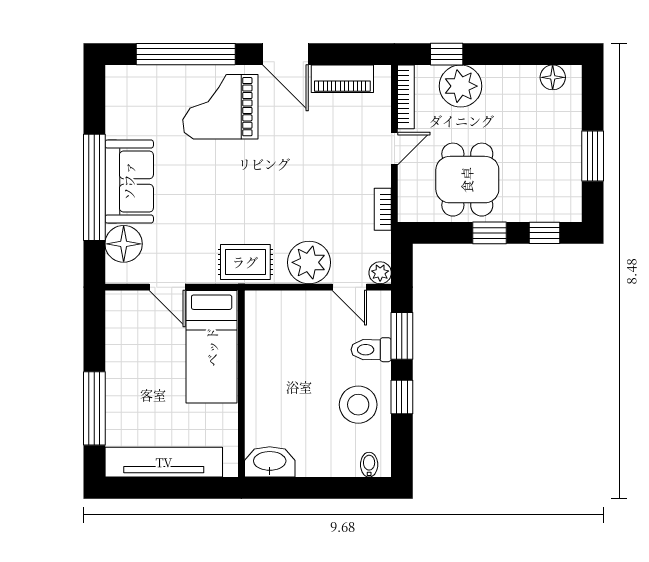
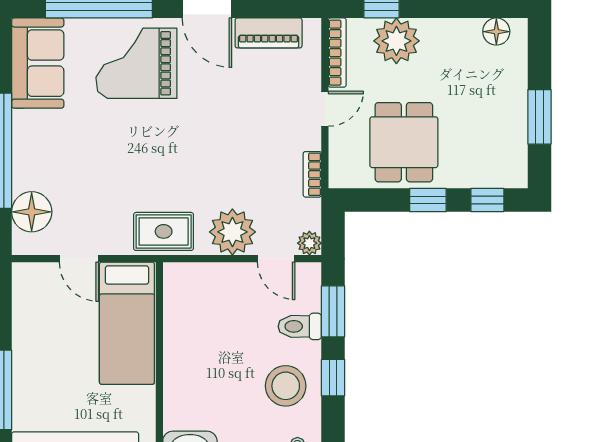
sofa: (129, 181) -> (38, 63), moved

